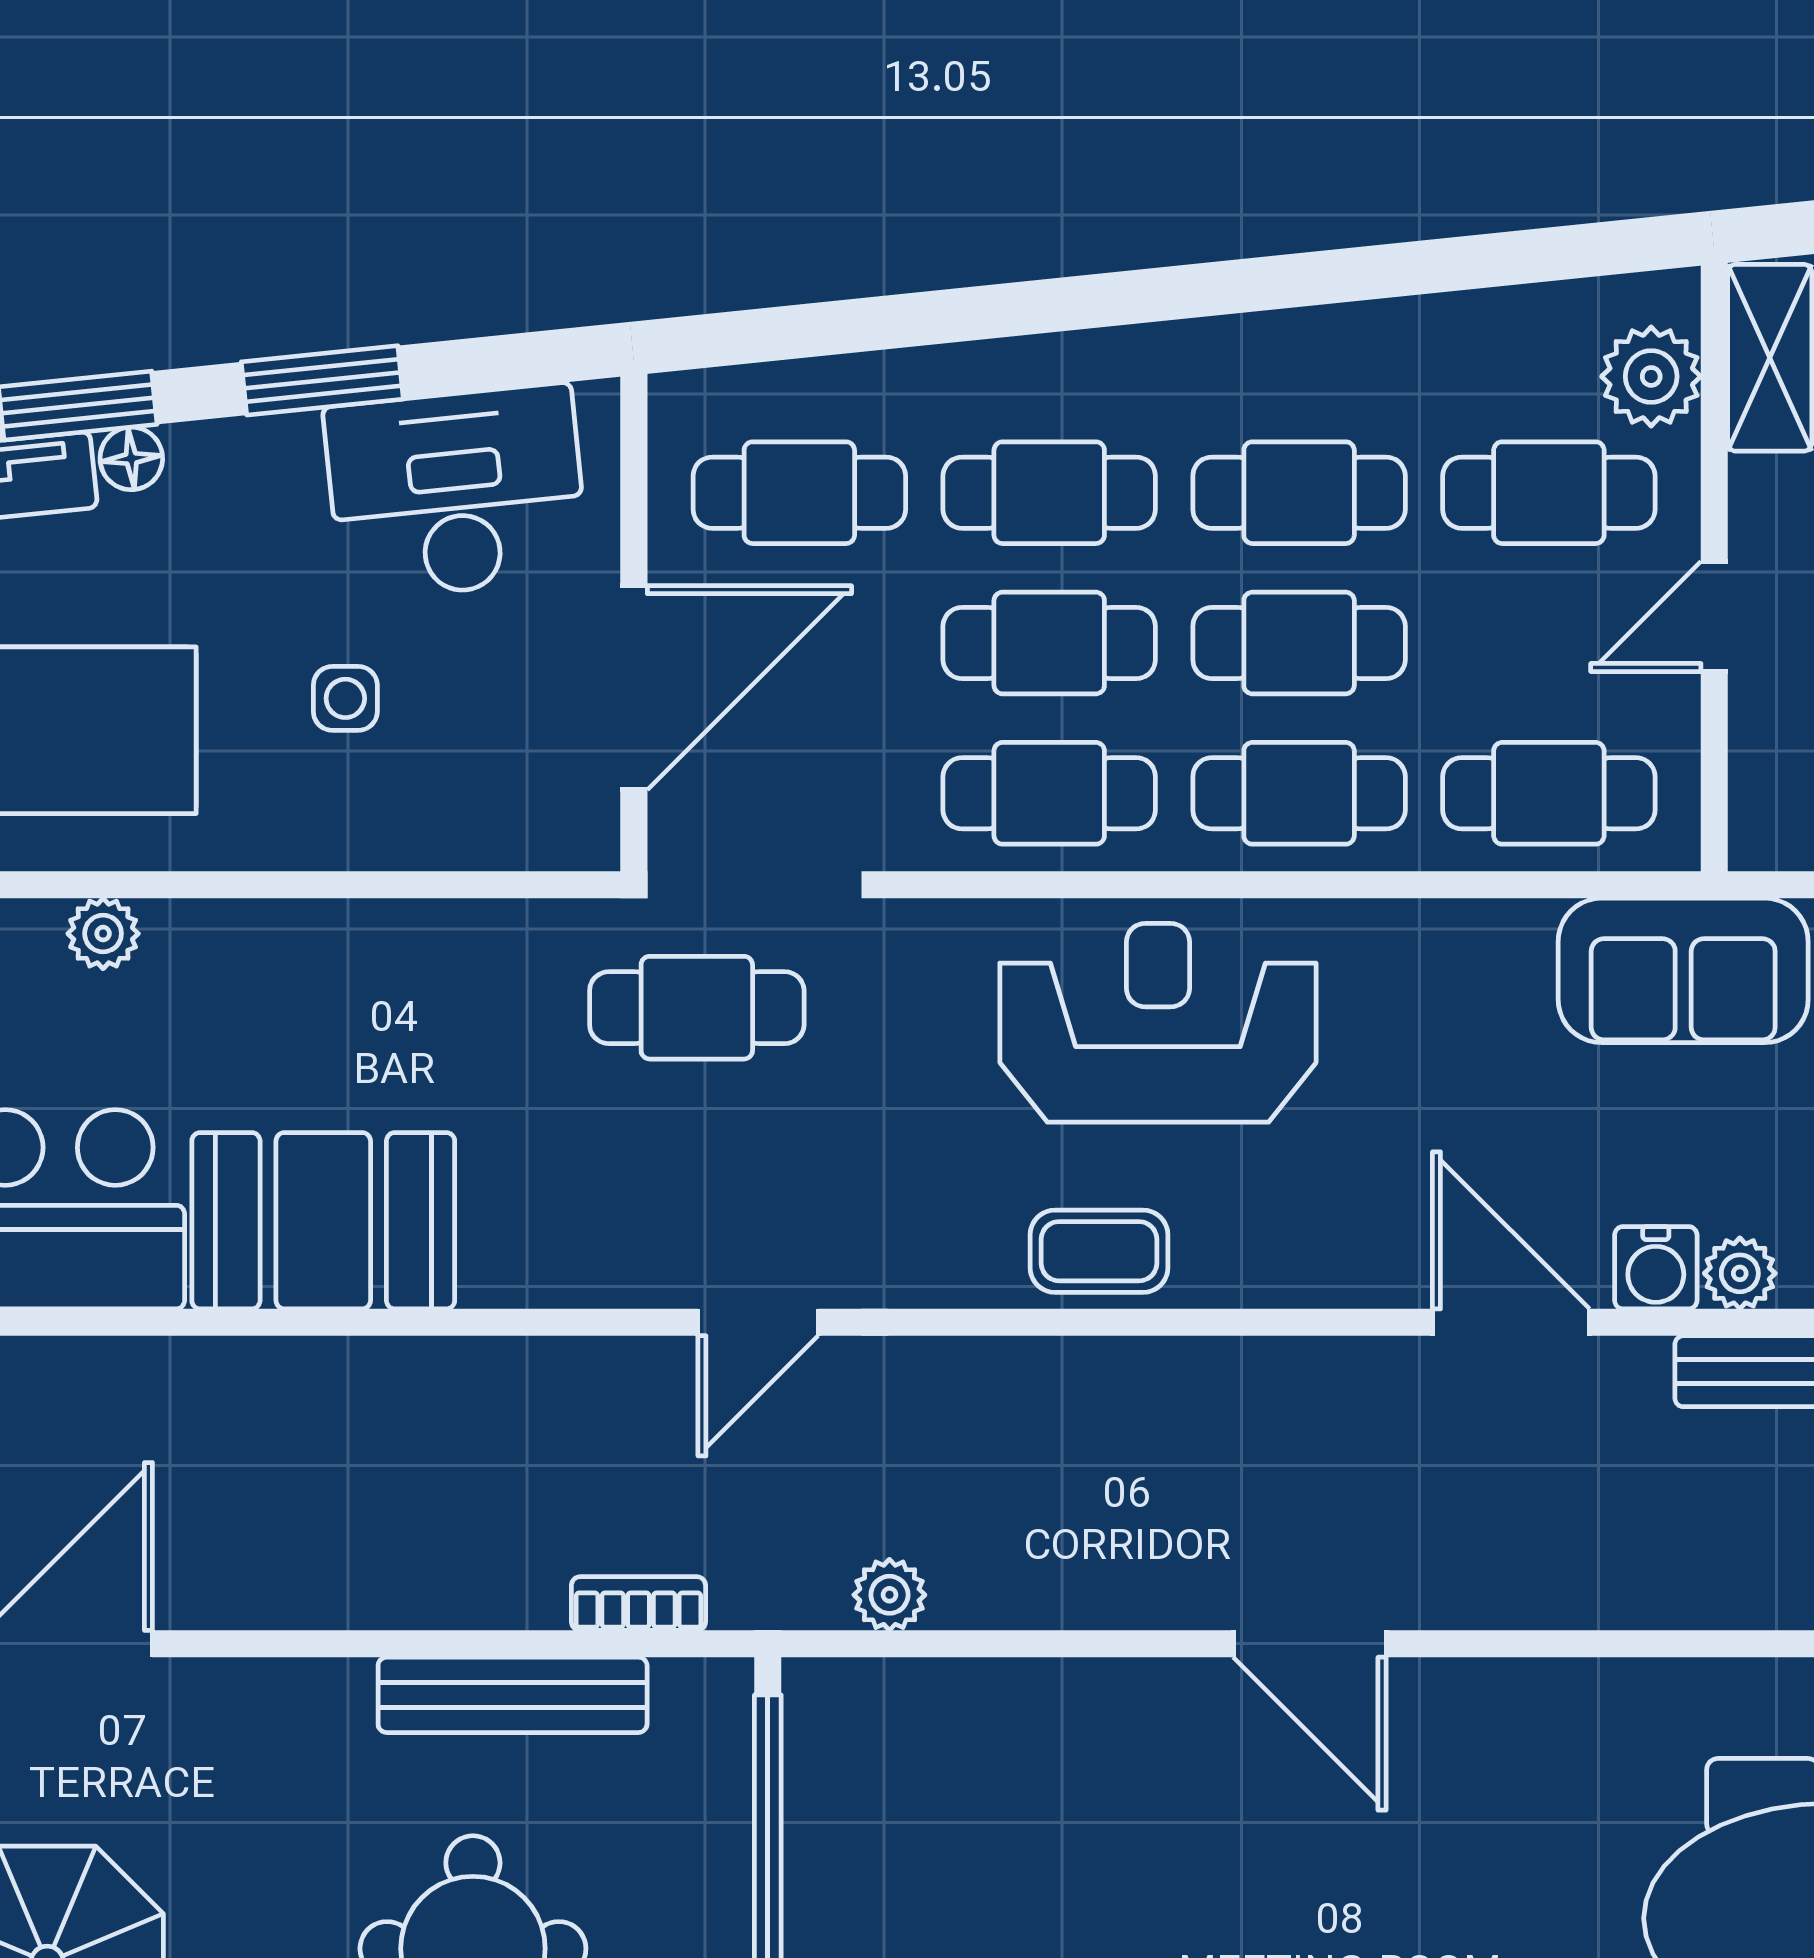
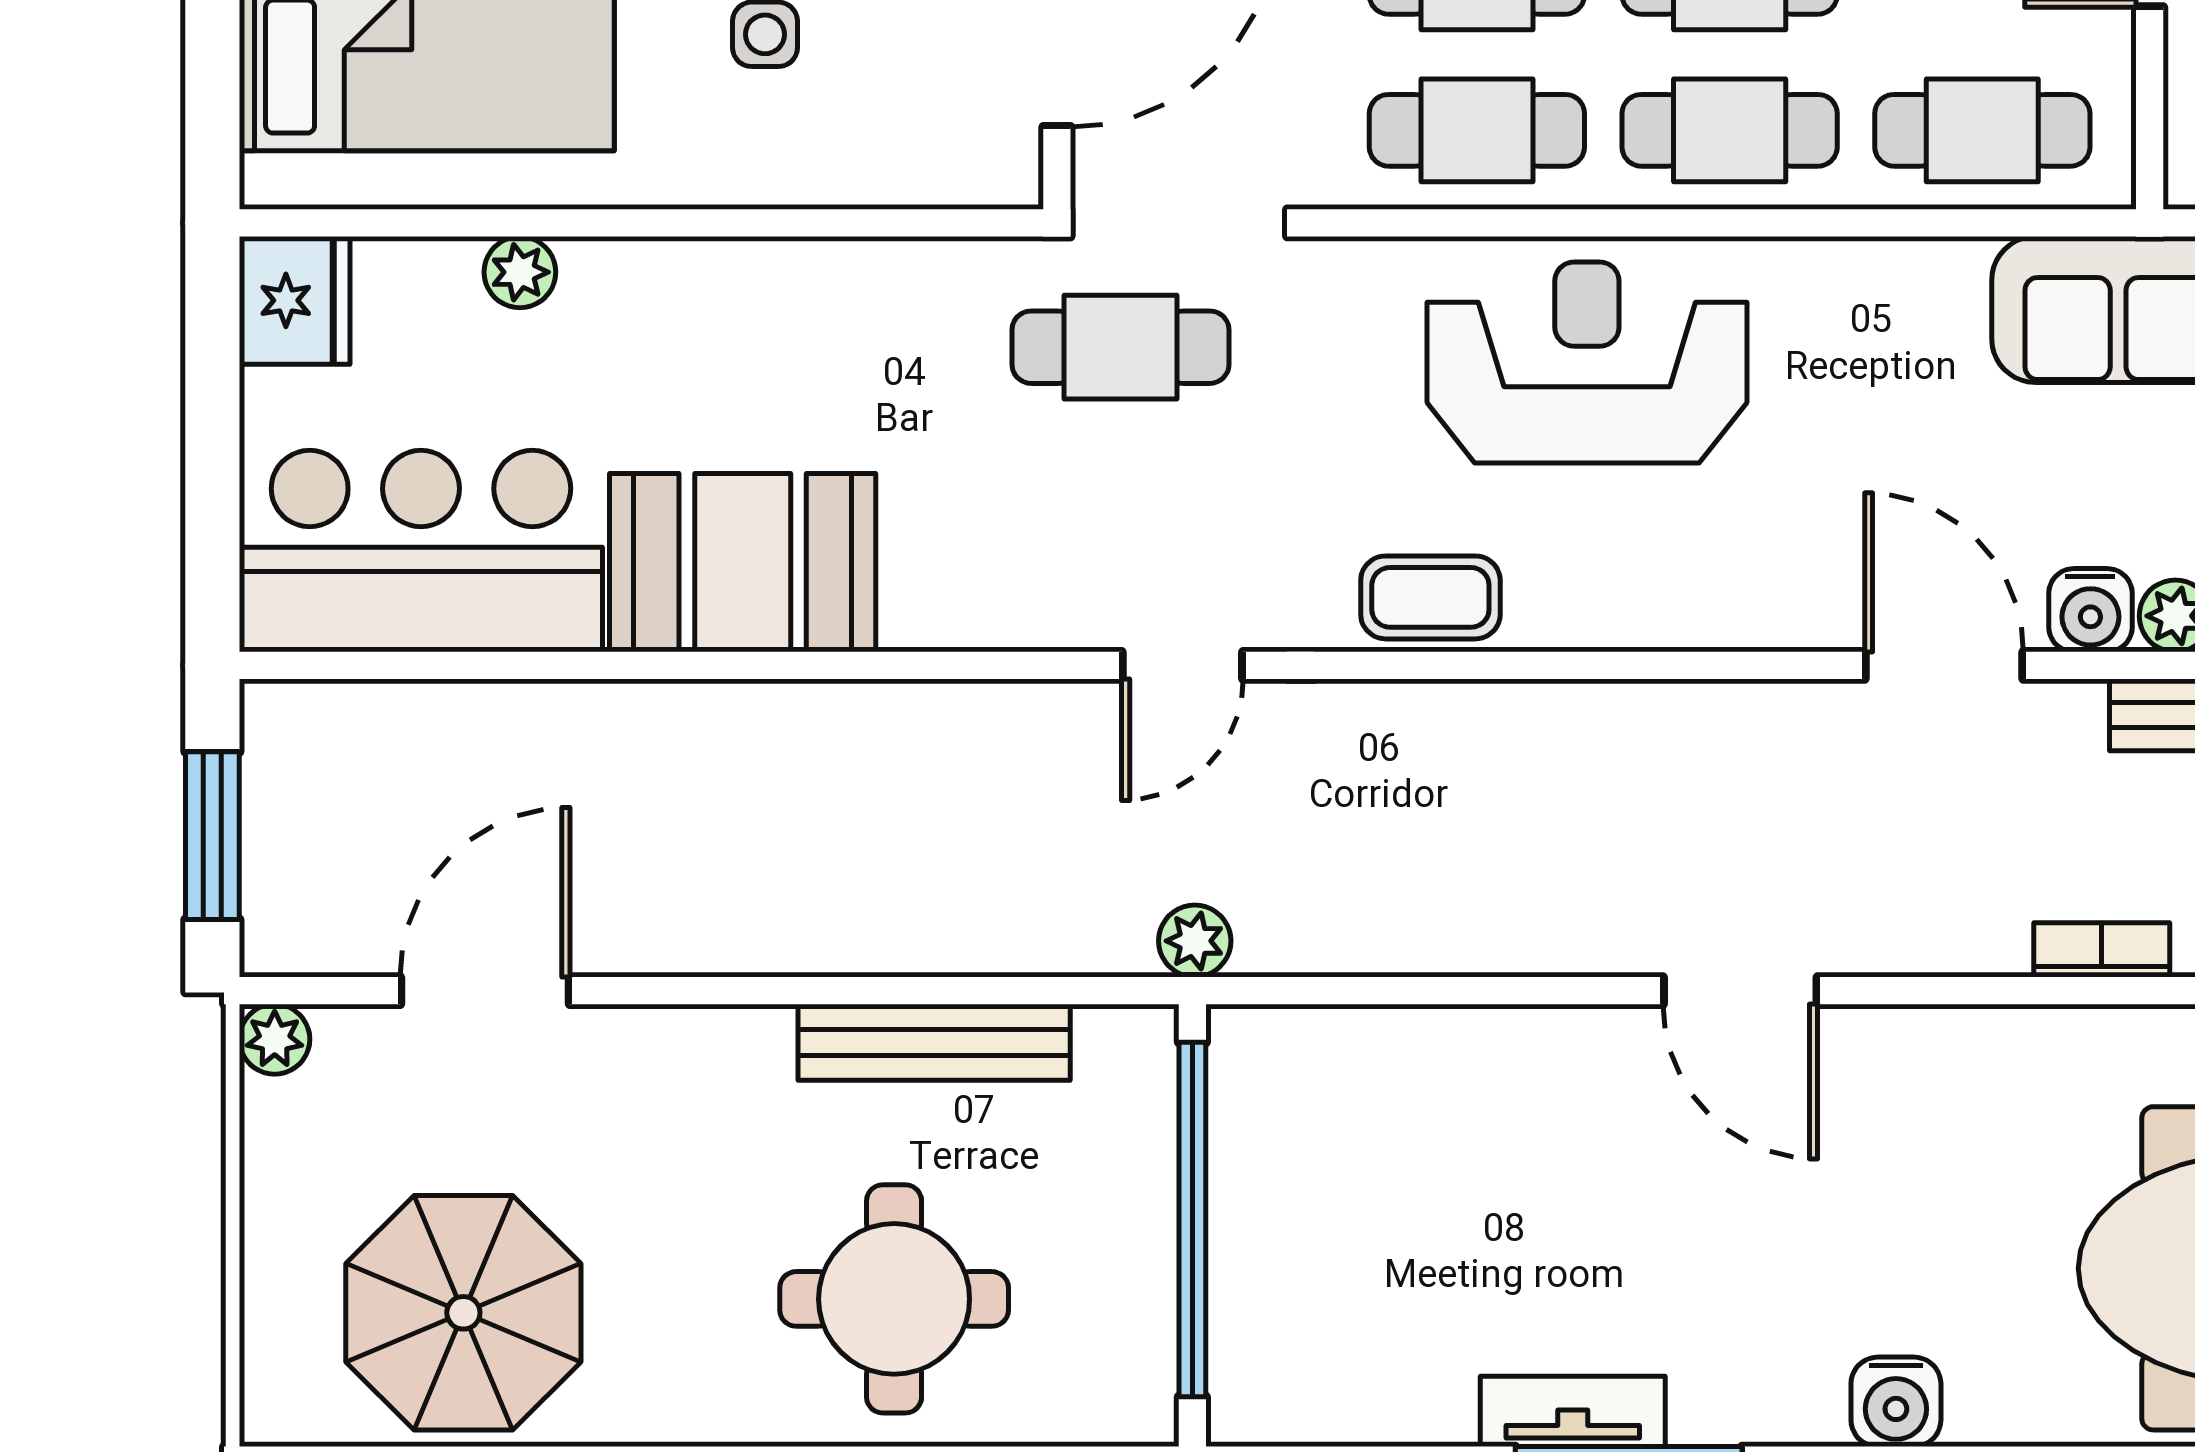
coffee table: (1099, 1251) -> (1430, 597), moved
plant: (889, 1595) -> (1195, 941), moved
bookcase: (638, 1604) -> (2102, 950), moved

